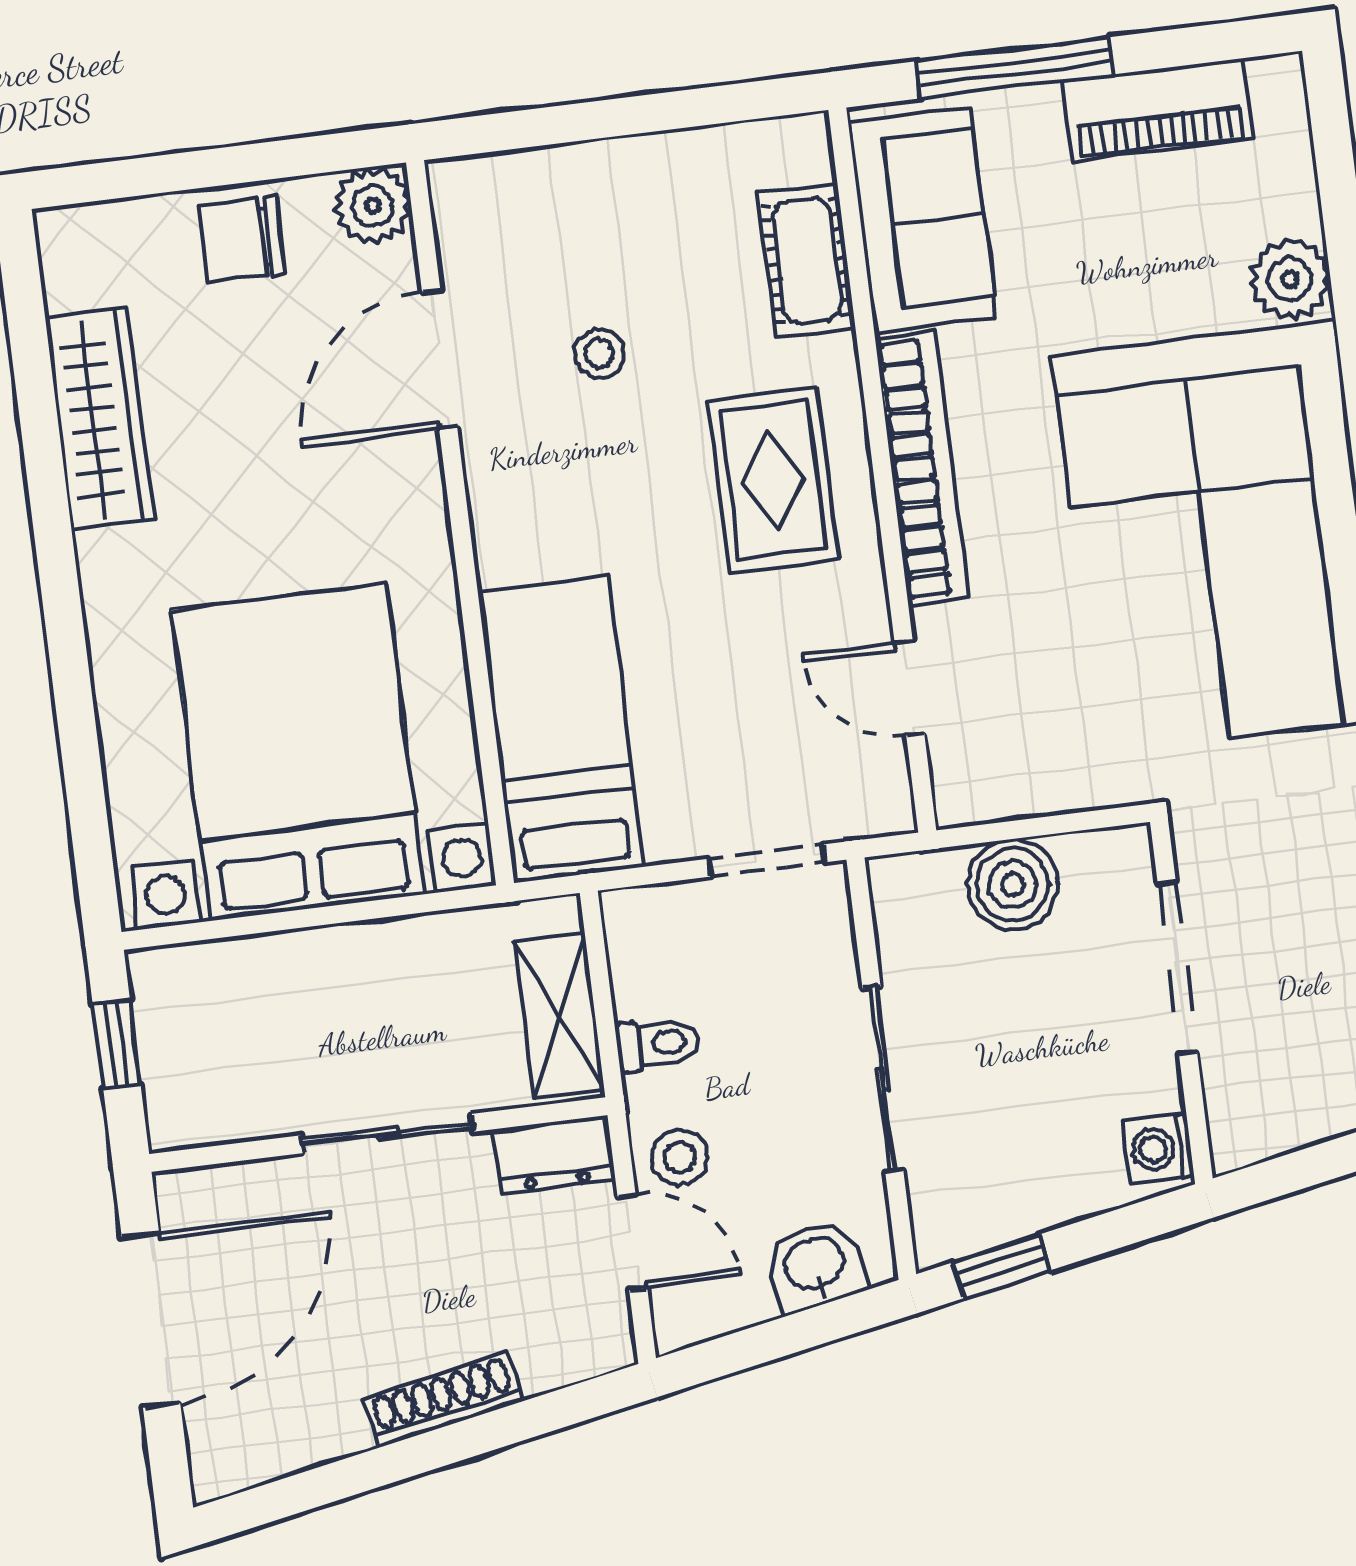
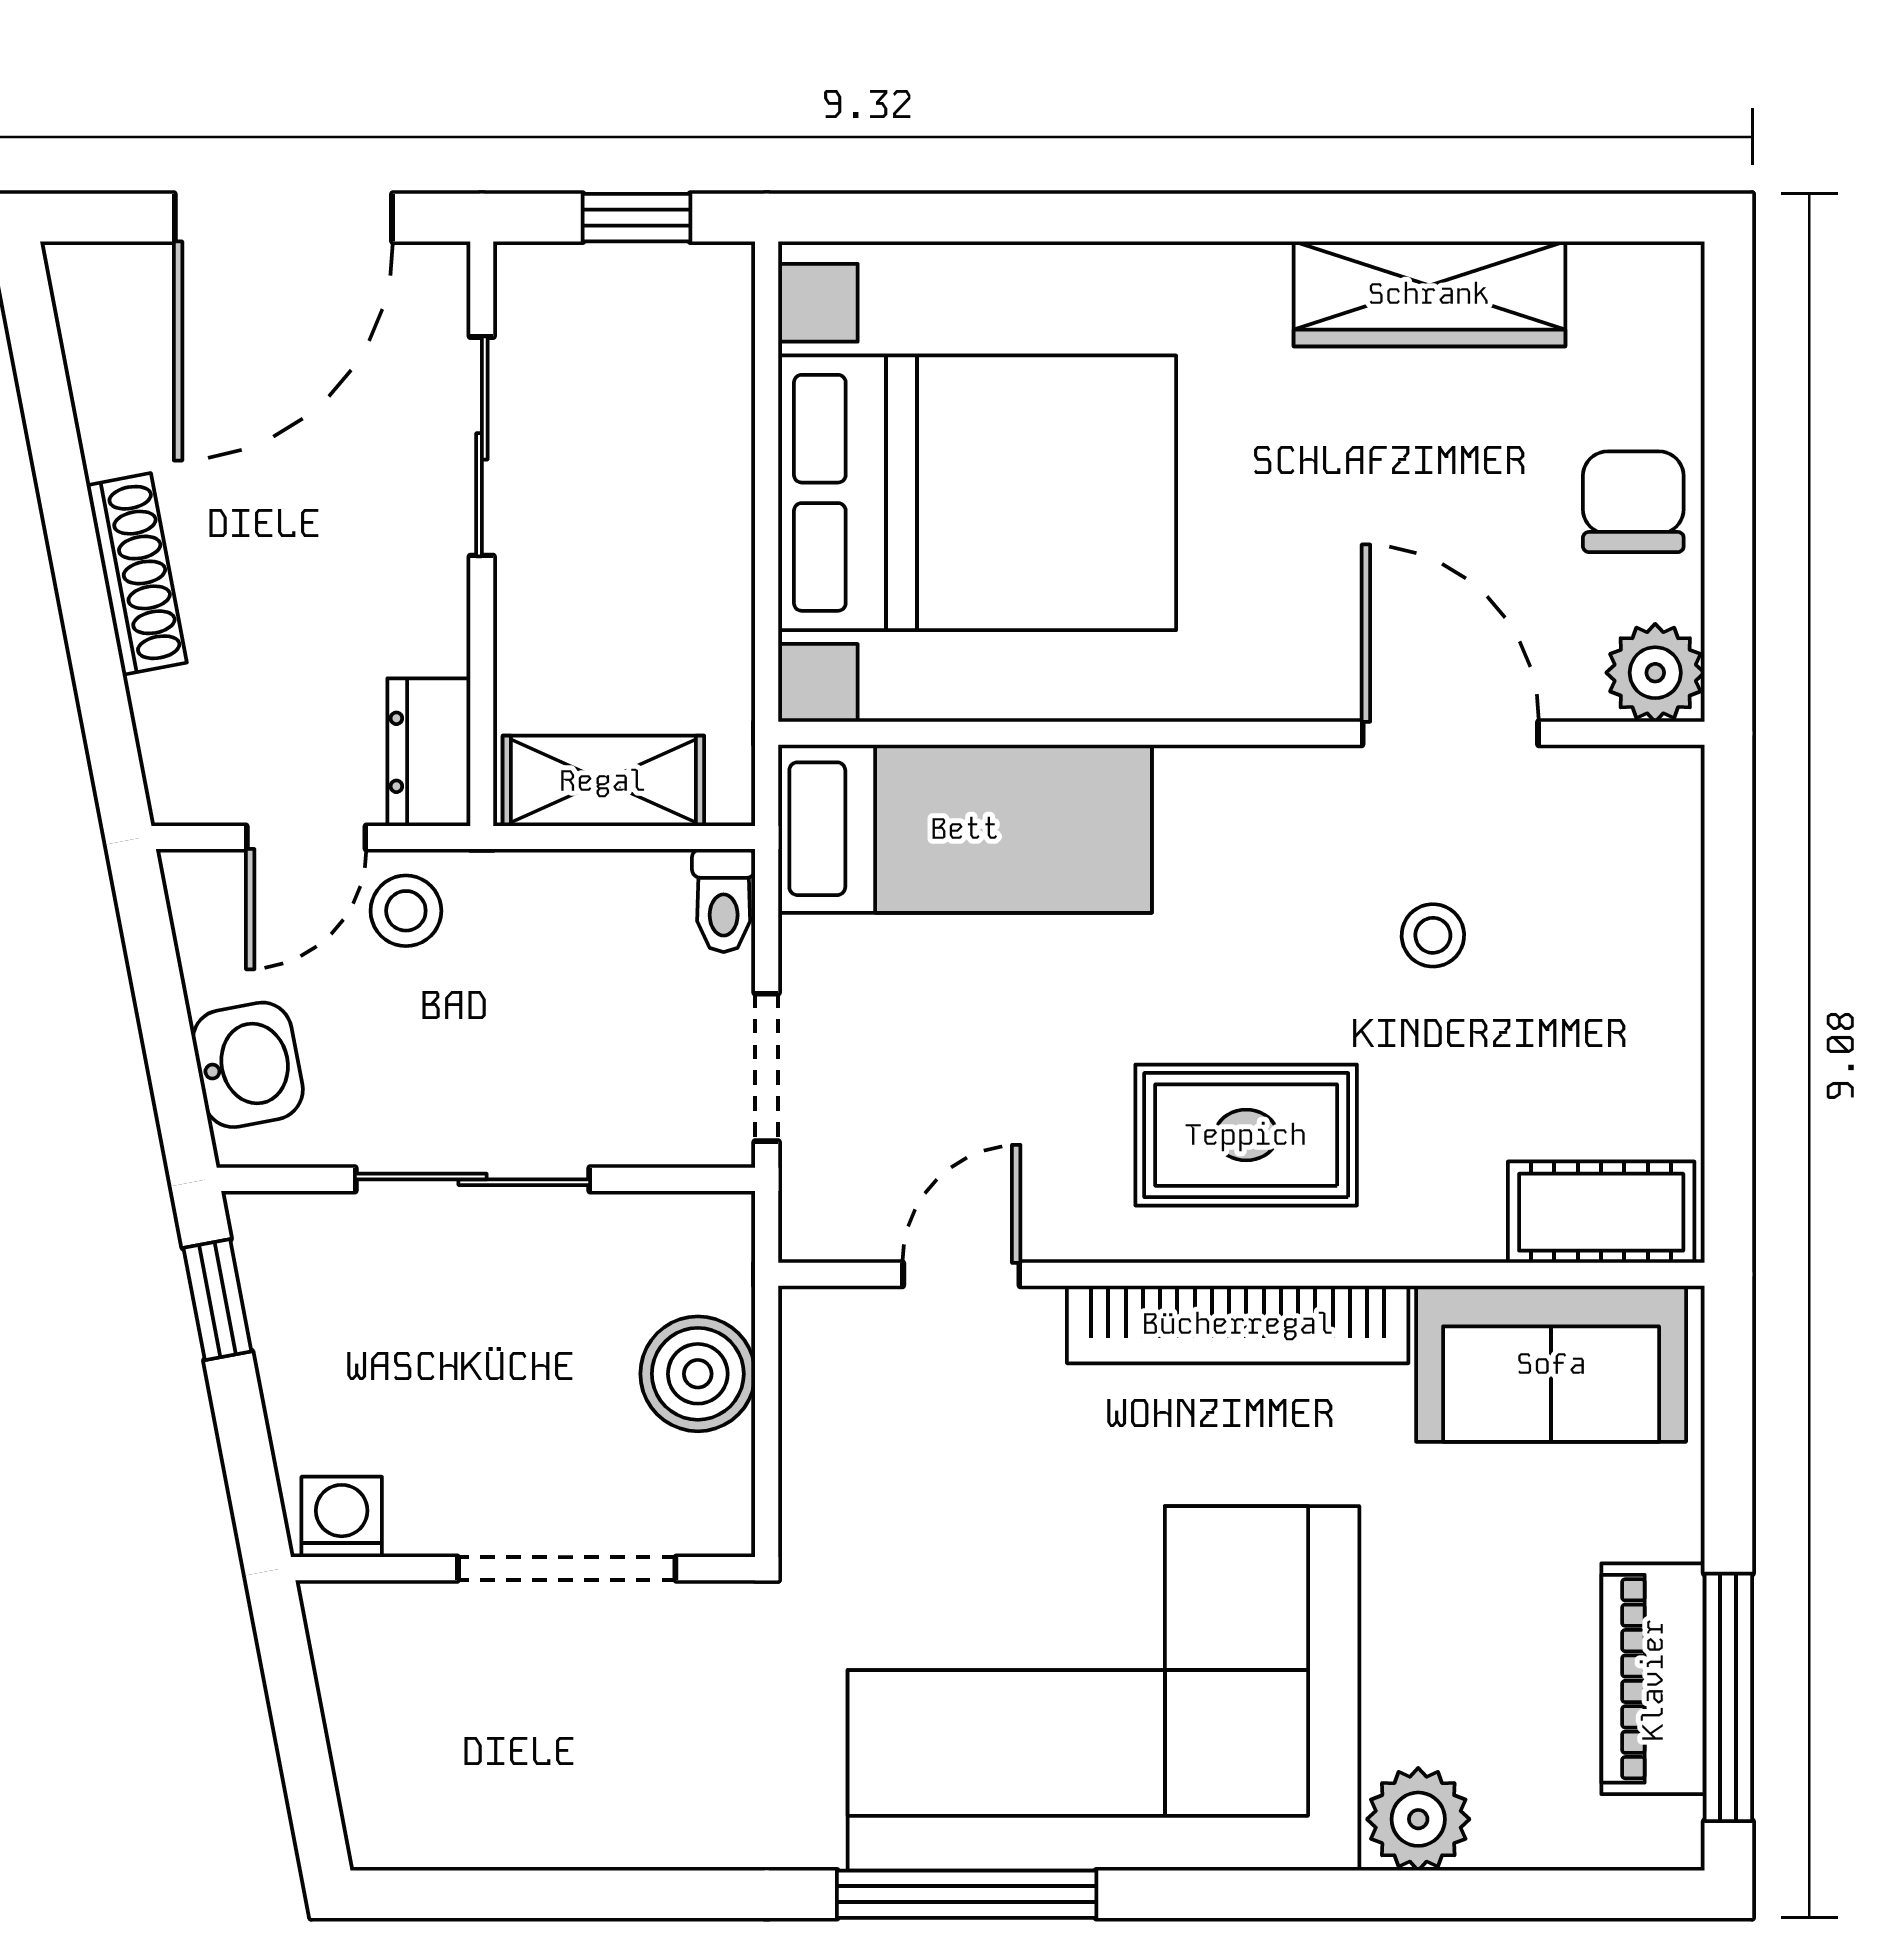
window: (1014, 68) -> (1728, 1697), moved
cot: (807, 261) -> (1601, 1212), moved
toilet: (658, 1044) -> (724, 901), moved
sliding door: (387, 1133) -> (482, 446), moved
door: (151, 1320) -> (283, 218), hinge flipped

